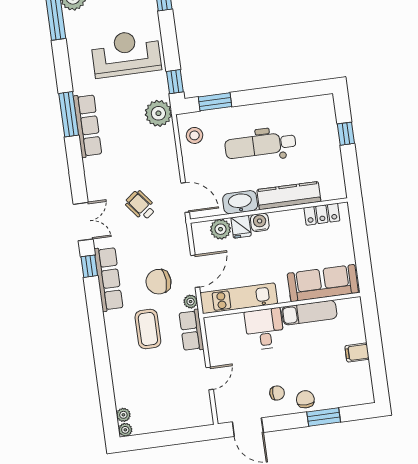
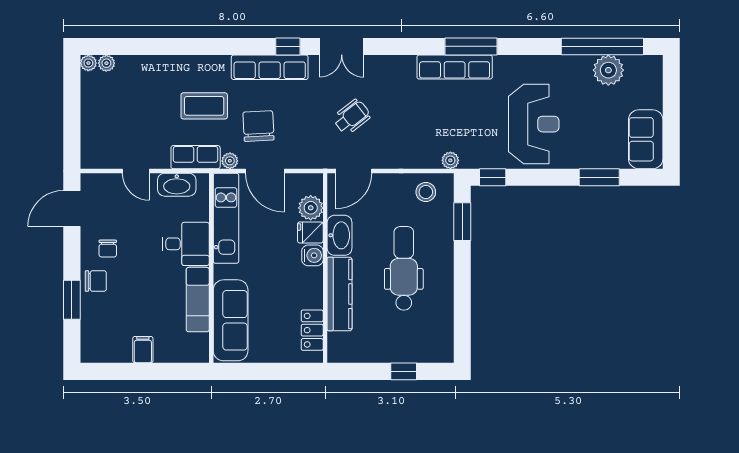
plant: (158, 113) -> (450, 160), width x0.53, depth x0.53
washbasin: (216, 343) -> (177, 185), added

